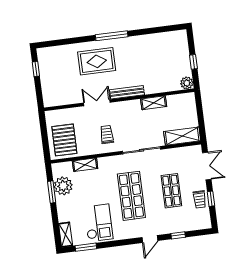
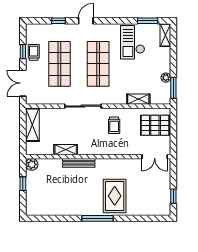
rug: (97, 61) -> (115, 196), turned 90
bench: (127, 92) -> (79, 163), moved
double door: (97, 103) -> (155, 157), moved
shelving: (182, 136) -> (32, 125), moved, turned 90
pallet: (64, 140) -> (155, 125), turned 90
plant: (63, 186) -> (166, 78), width x0.53, depth x0.53
shop shelf: (171, 191) -> (59, 64), width x1.43, depth x1.36
window: (52, 192) -> (173, 88), moved

